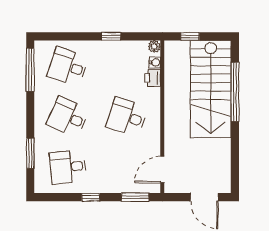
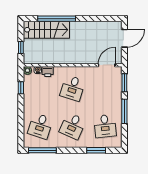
window: (111, 36) -> (21, 88), moved
stairs: (211, 89) -> (46, 30), width x0.73, depth x0.66
door: (162, 170) -> (107, 65), swing flipped
window: (91, 197) -> (124, 111), width x2.17

